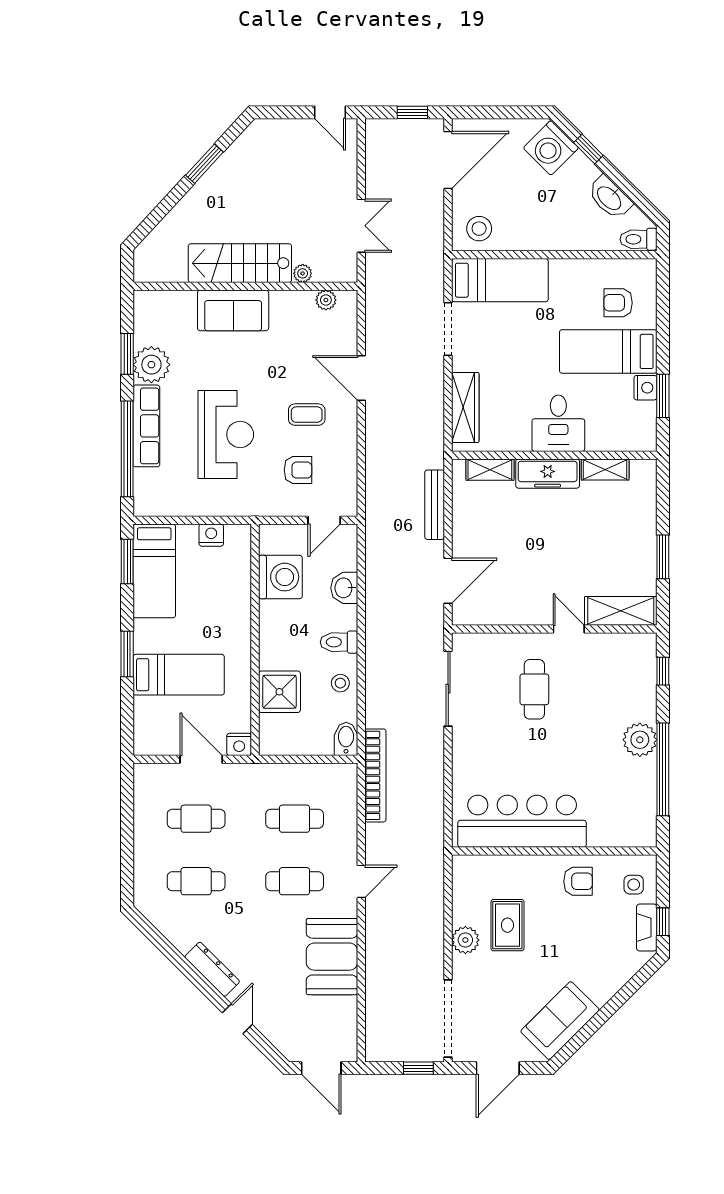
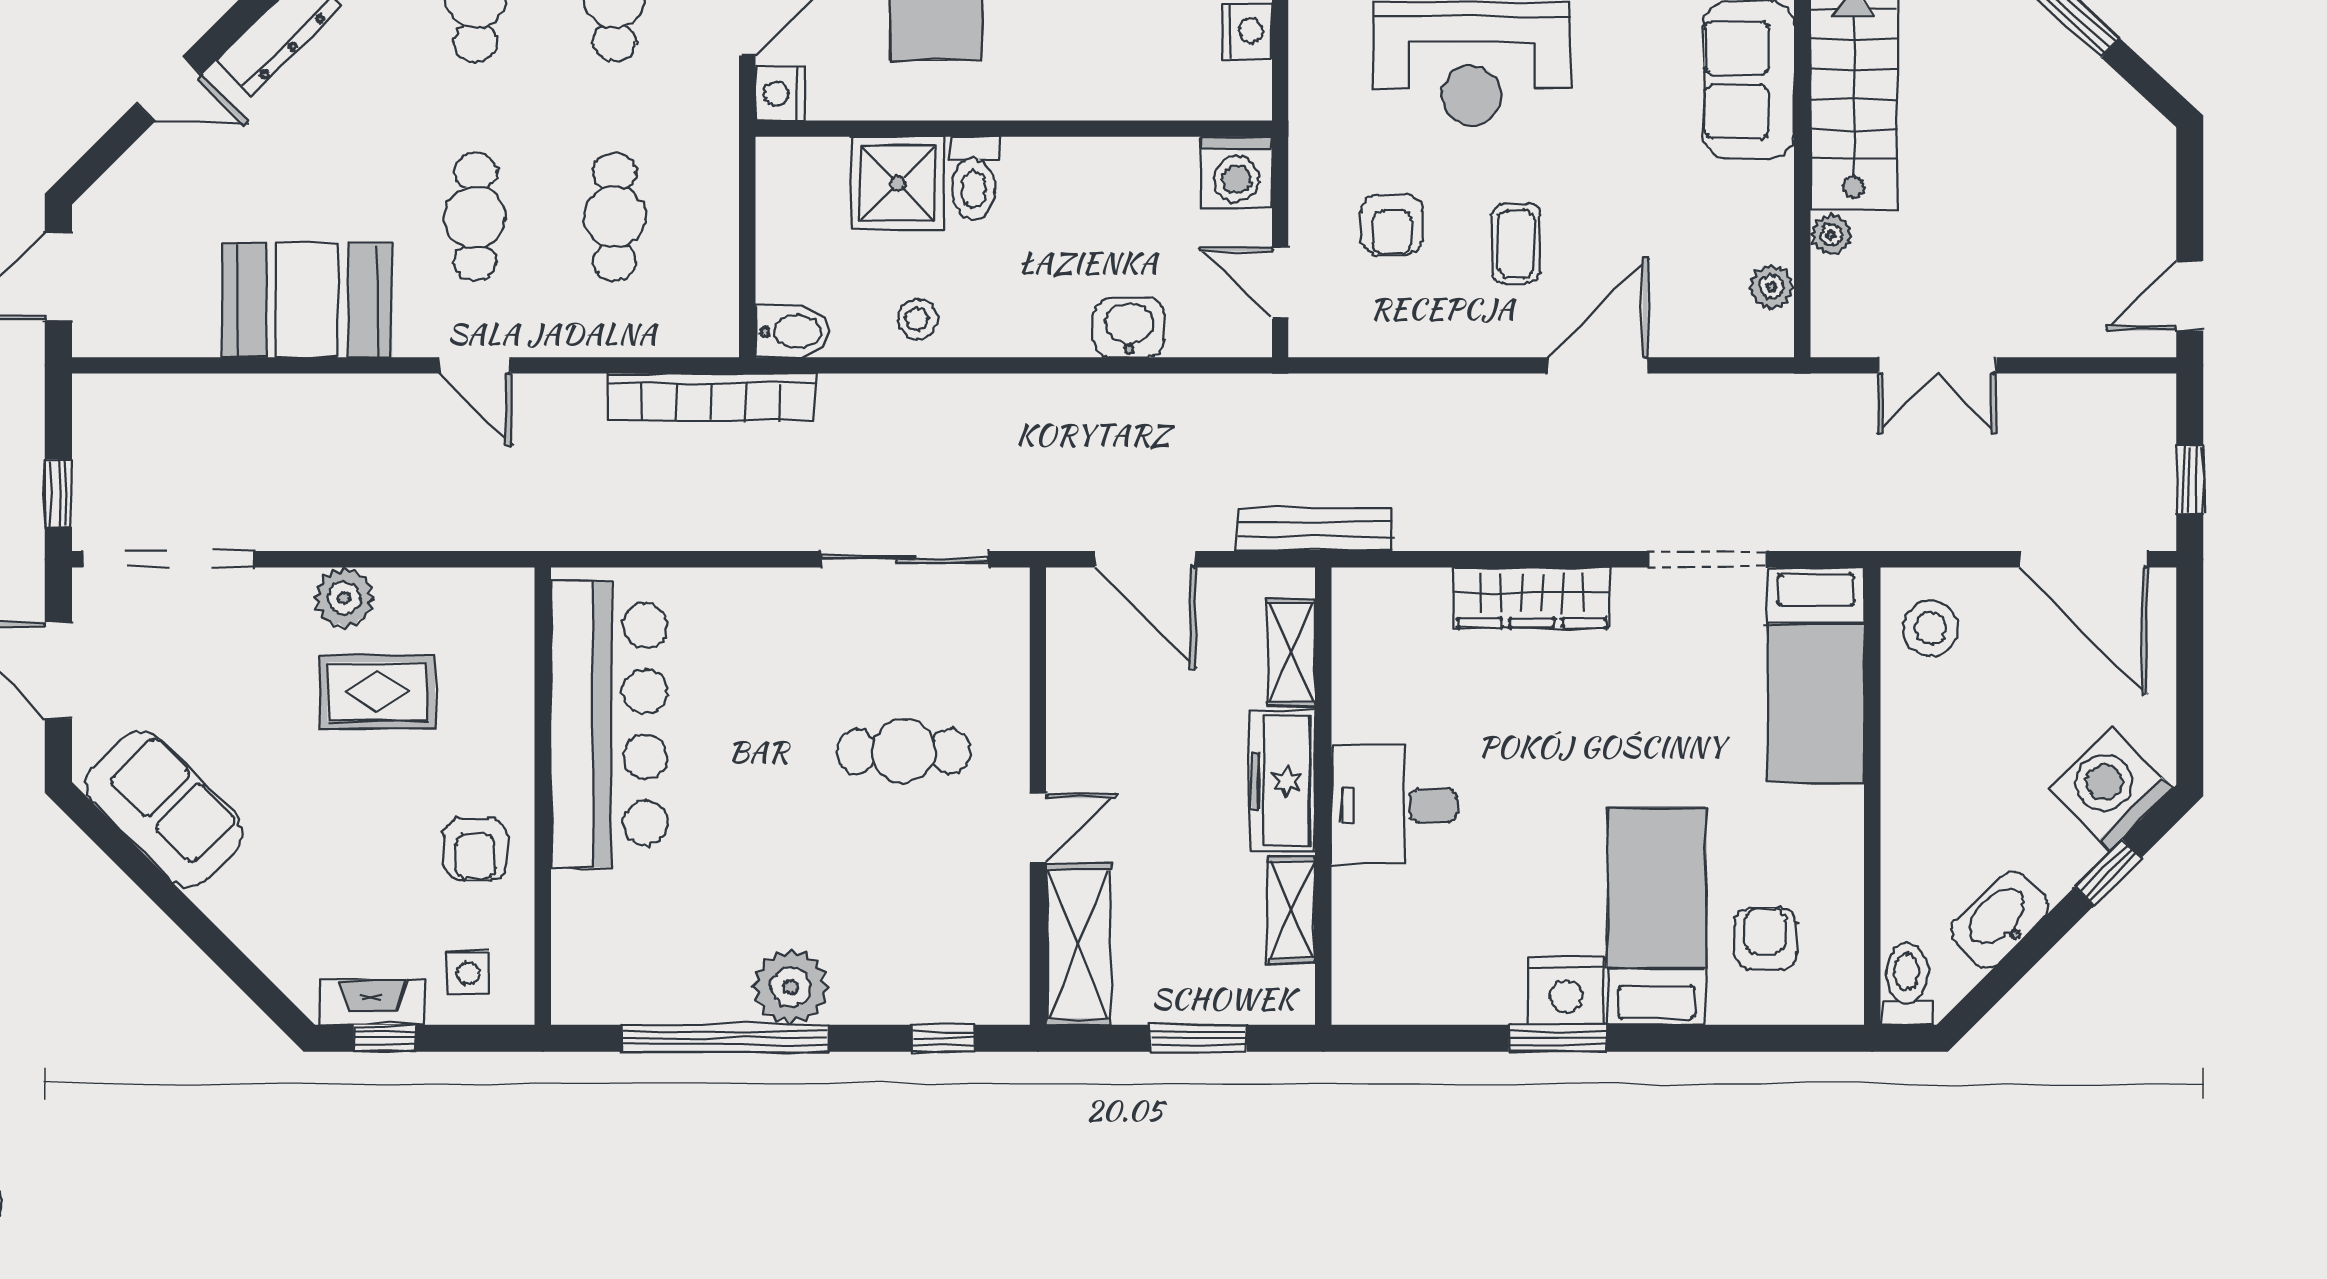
nightstand: (645, 388) -> (1566, 991), width x1.36, depth x1.33
desk: (558, 423) -> (1394, 805), moved
wall: (554, 455) -> (1323, 796), moved
shelving: (605, 469) -> (1291, 909), moved
shelving: (490, 470) -> (1291, 653), moved
freezer: (548, 474) -> (1282, 781), moved
washing machine: (280, 577) -> (1237, 172), moved, width x0.73, depth x0.73
toilet: (339, 642) -> (974, 178), moved, turned 180

